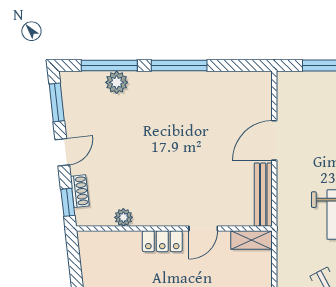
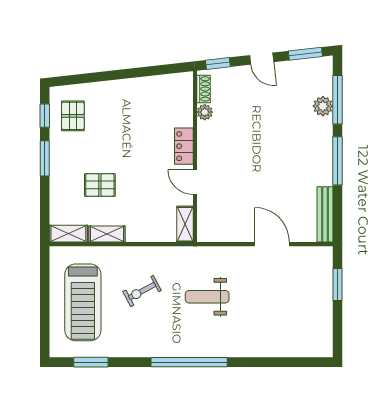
shoe rack: (80, 191) -> (204, 89), moved, turned -84
bench: (263, 195) -> (325, 214), moved, turned 90

